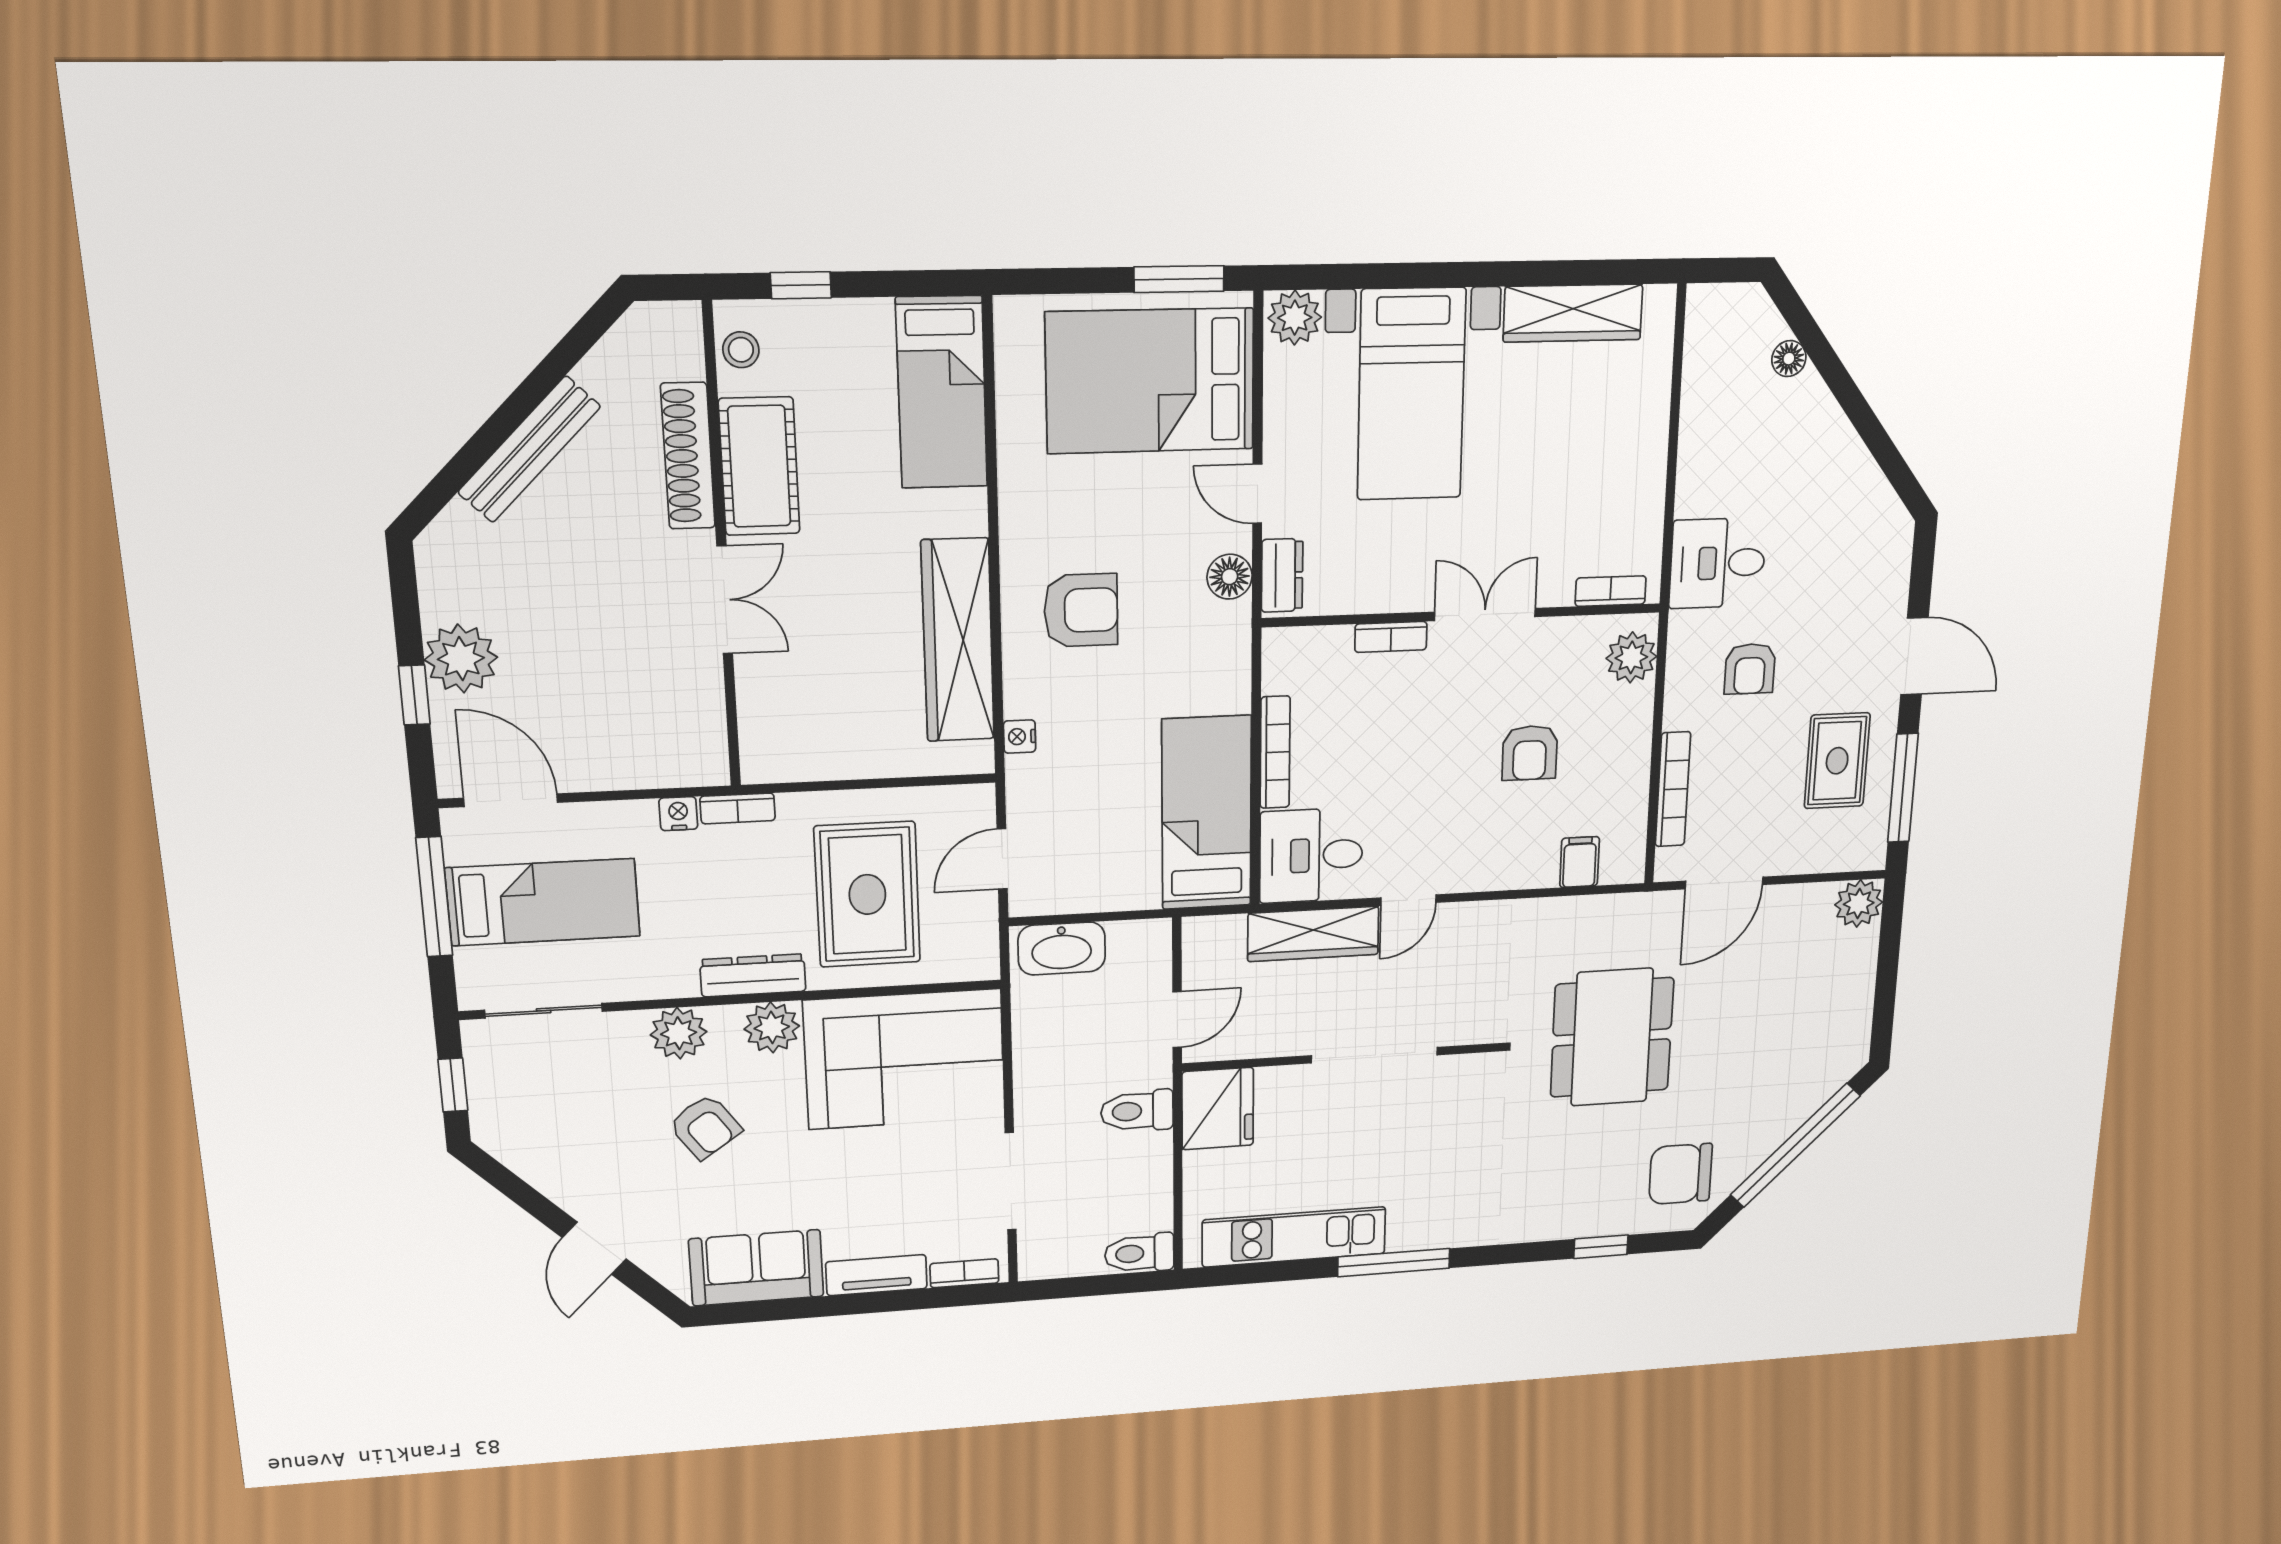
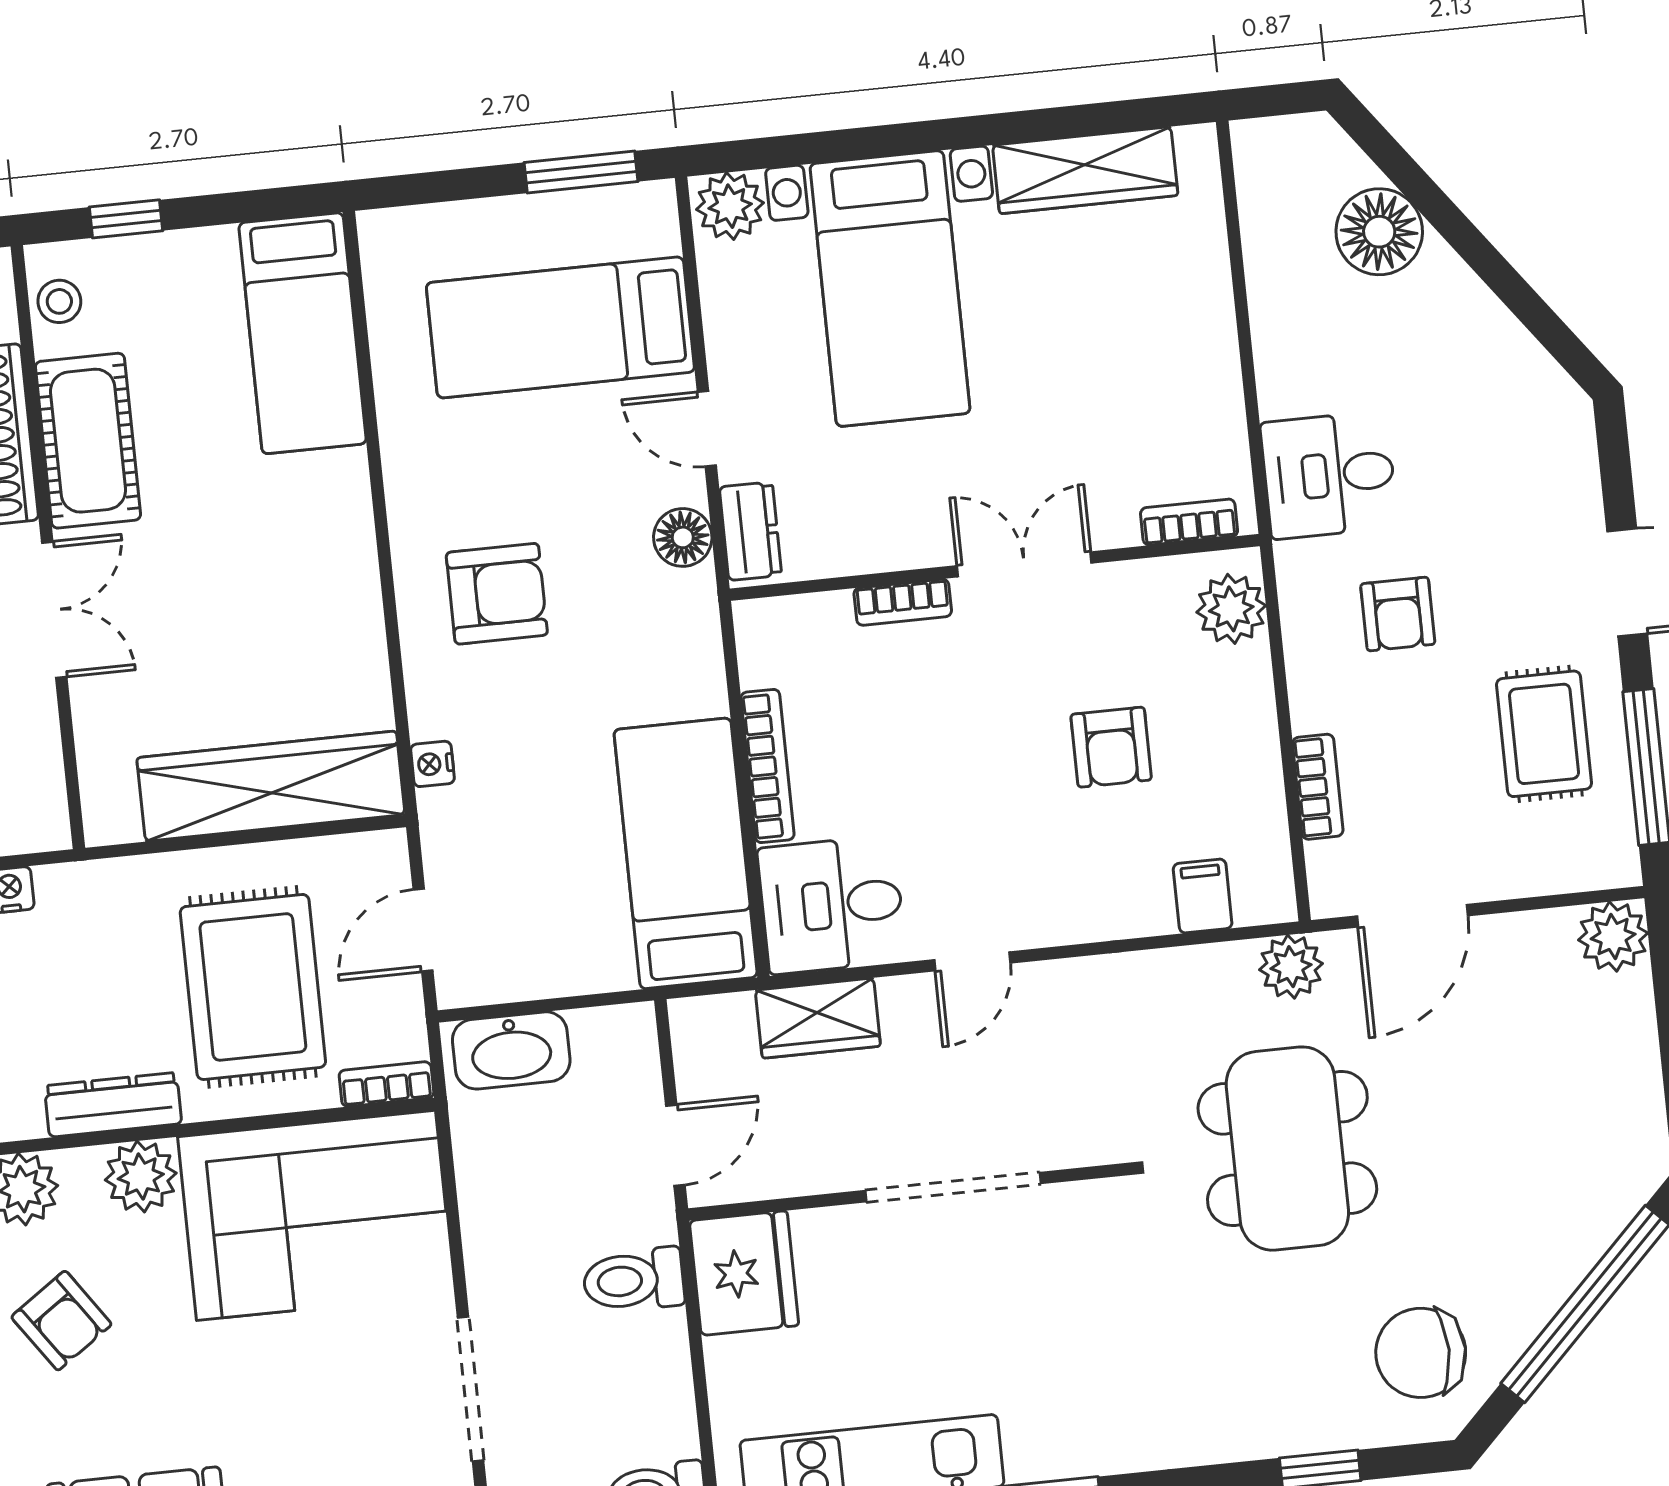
floor lamp: (1789, 359) -> (1379, 232), width x1.89, depth x1.89
bed: (1150, 381) -> (560, 327), width x0.67
wardrobe: (958, 640) -> (271, 786), moved, turned 90
bookcase: (1673, 789) -> (1318, 787), width x0.64
bookcase: (738, 808) -> (386, 1084), moved, turned 180
plant: (1634, 914) -> (1291, 967), added
wardrobe: (1313, 934) -> (818, 1018), width x0.67

